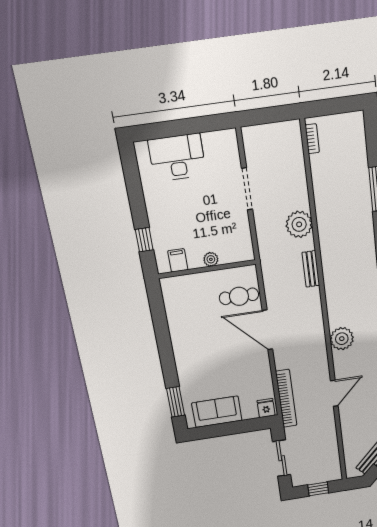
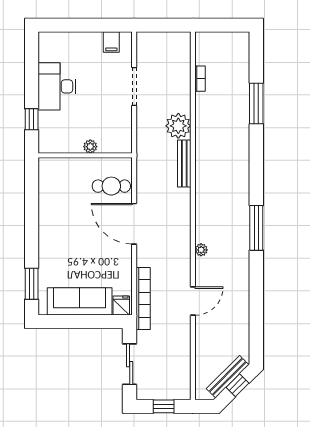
bookcase: (312, 139) -> (200, 79), moved
desk: (177, 158) -> (57, 86), moved, turned -90
filing cabinet: (178, 260) -> (111, 42), moved, turned 180
bench: (311, 269) -> (184, 163), width x1.36
plant: (342, 339) -> (201, 250), width x0.53, depth x0.53
sofa: (217, 412) -> (80, 301), width x1.36

